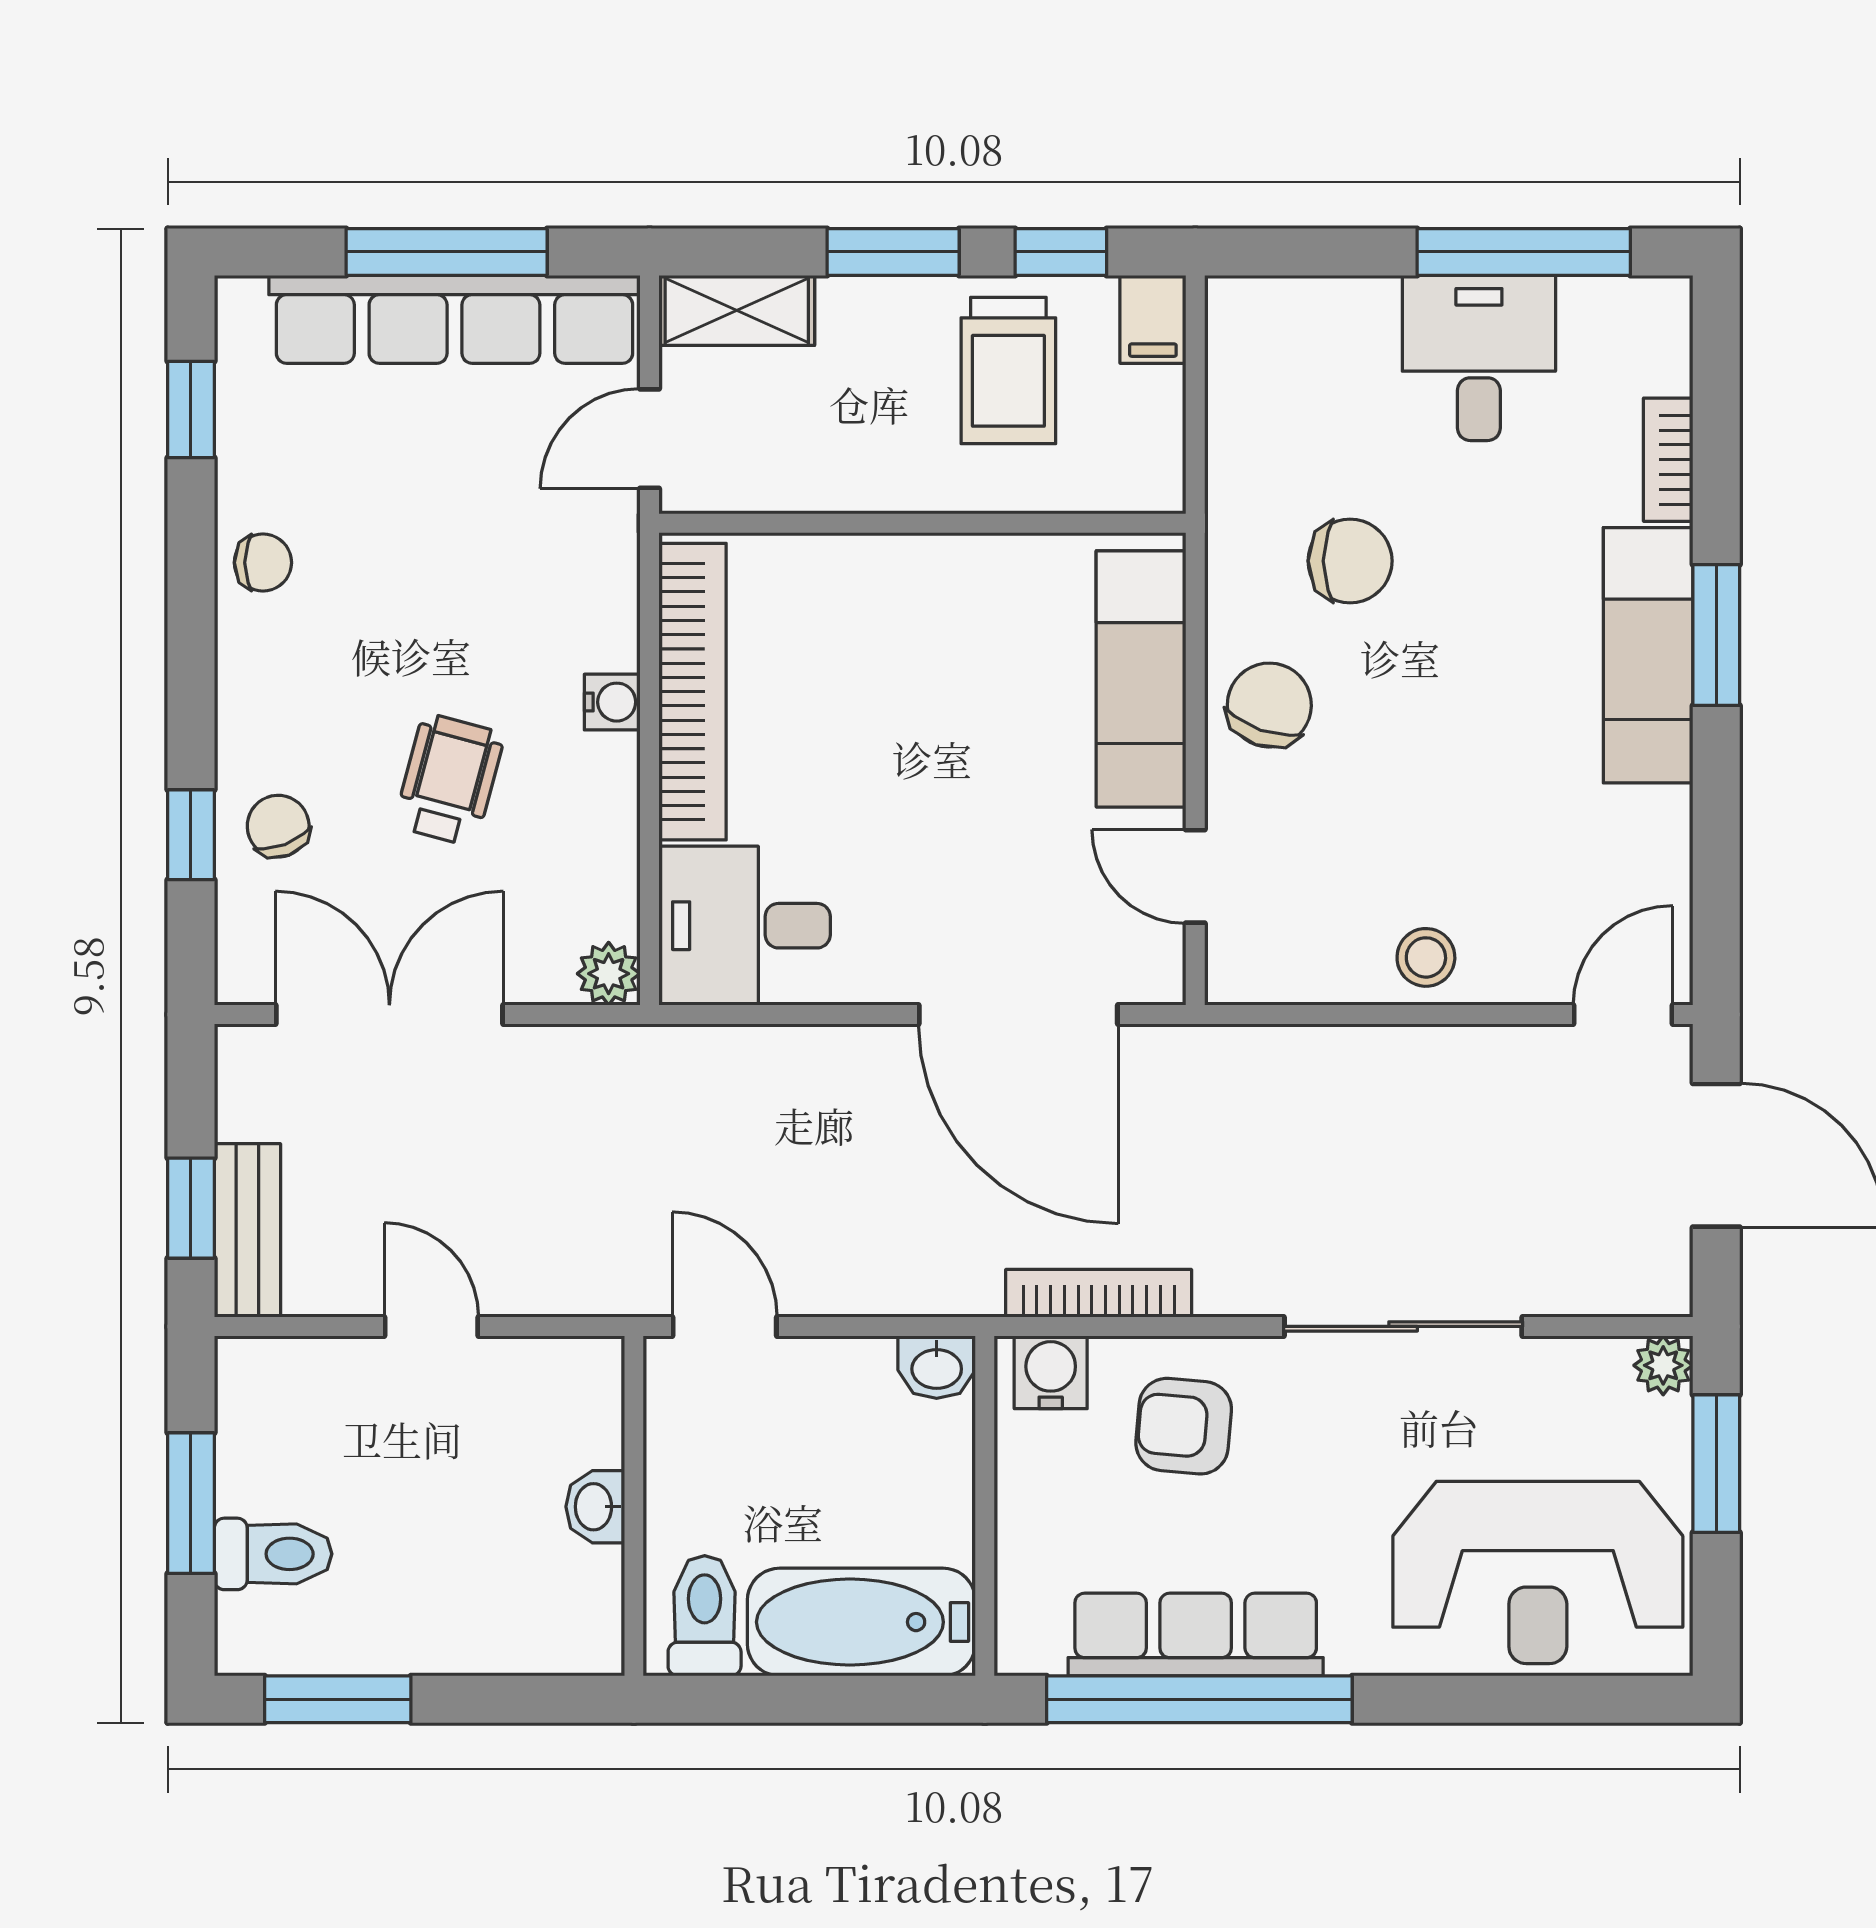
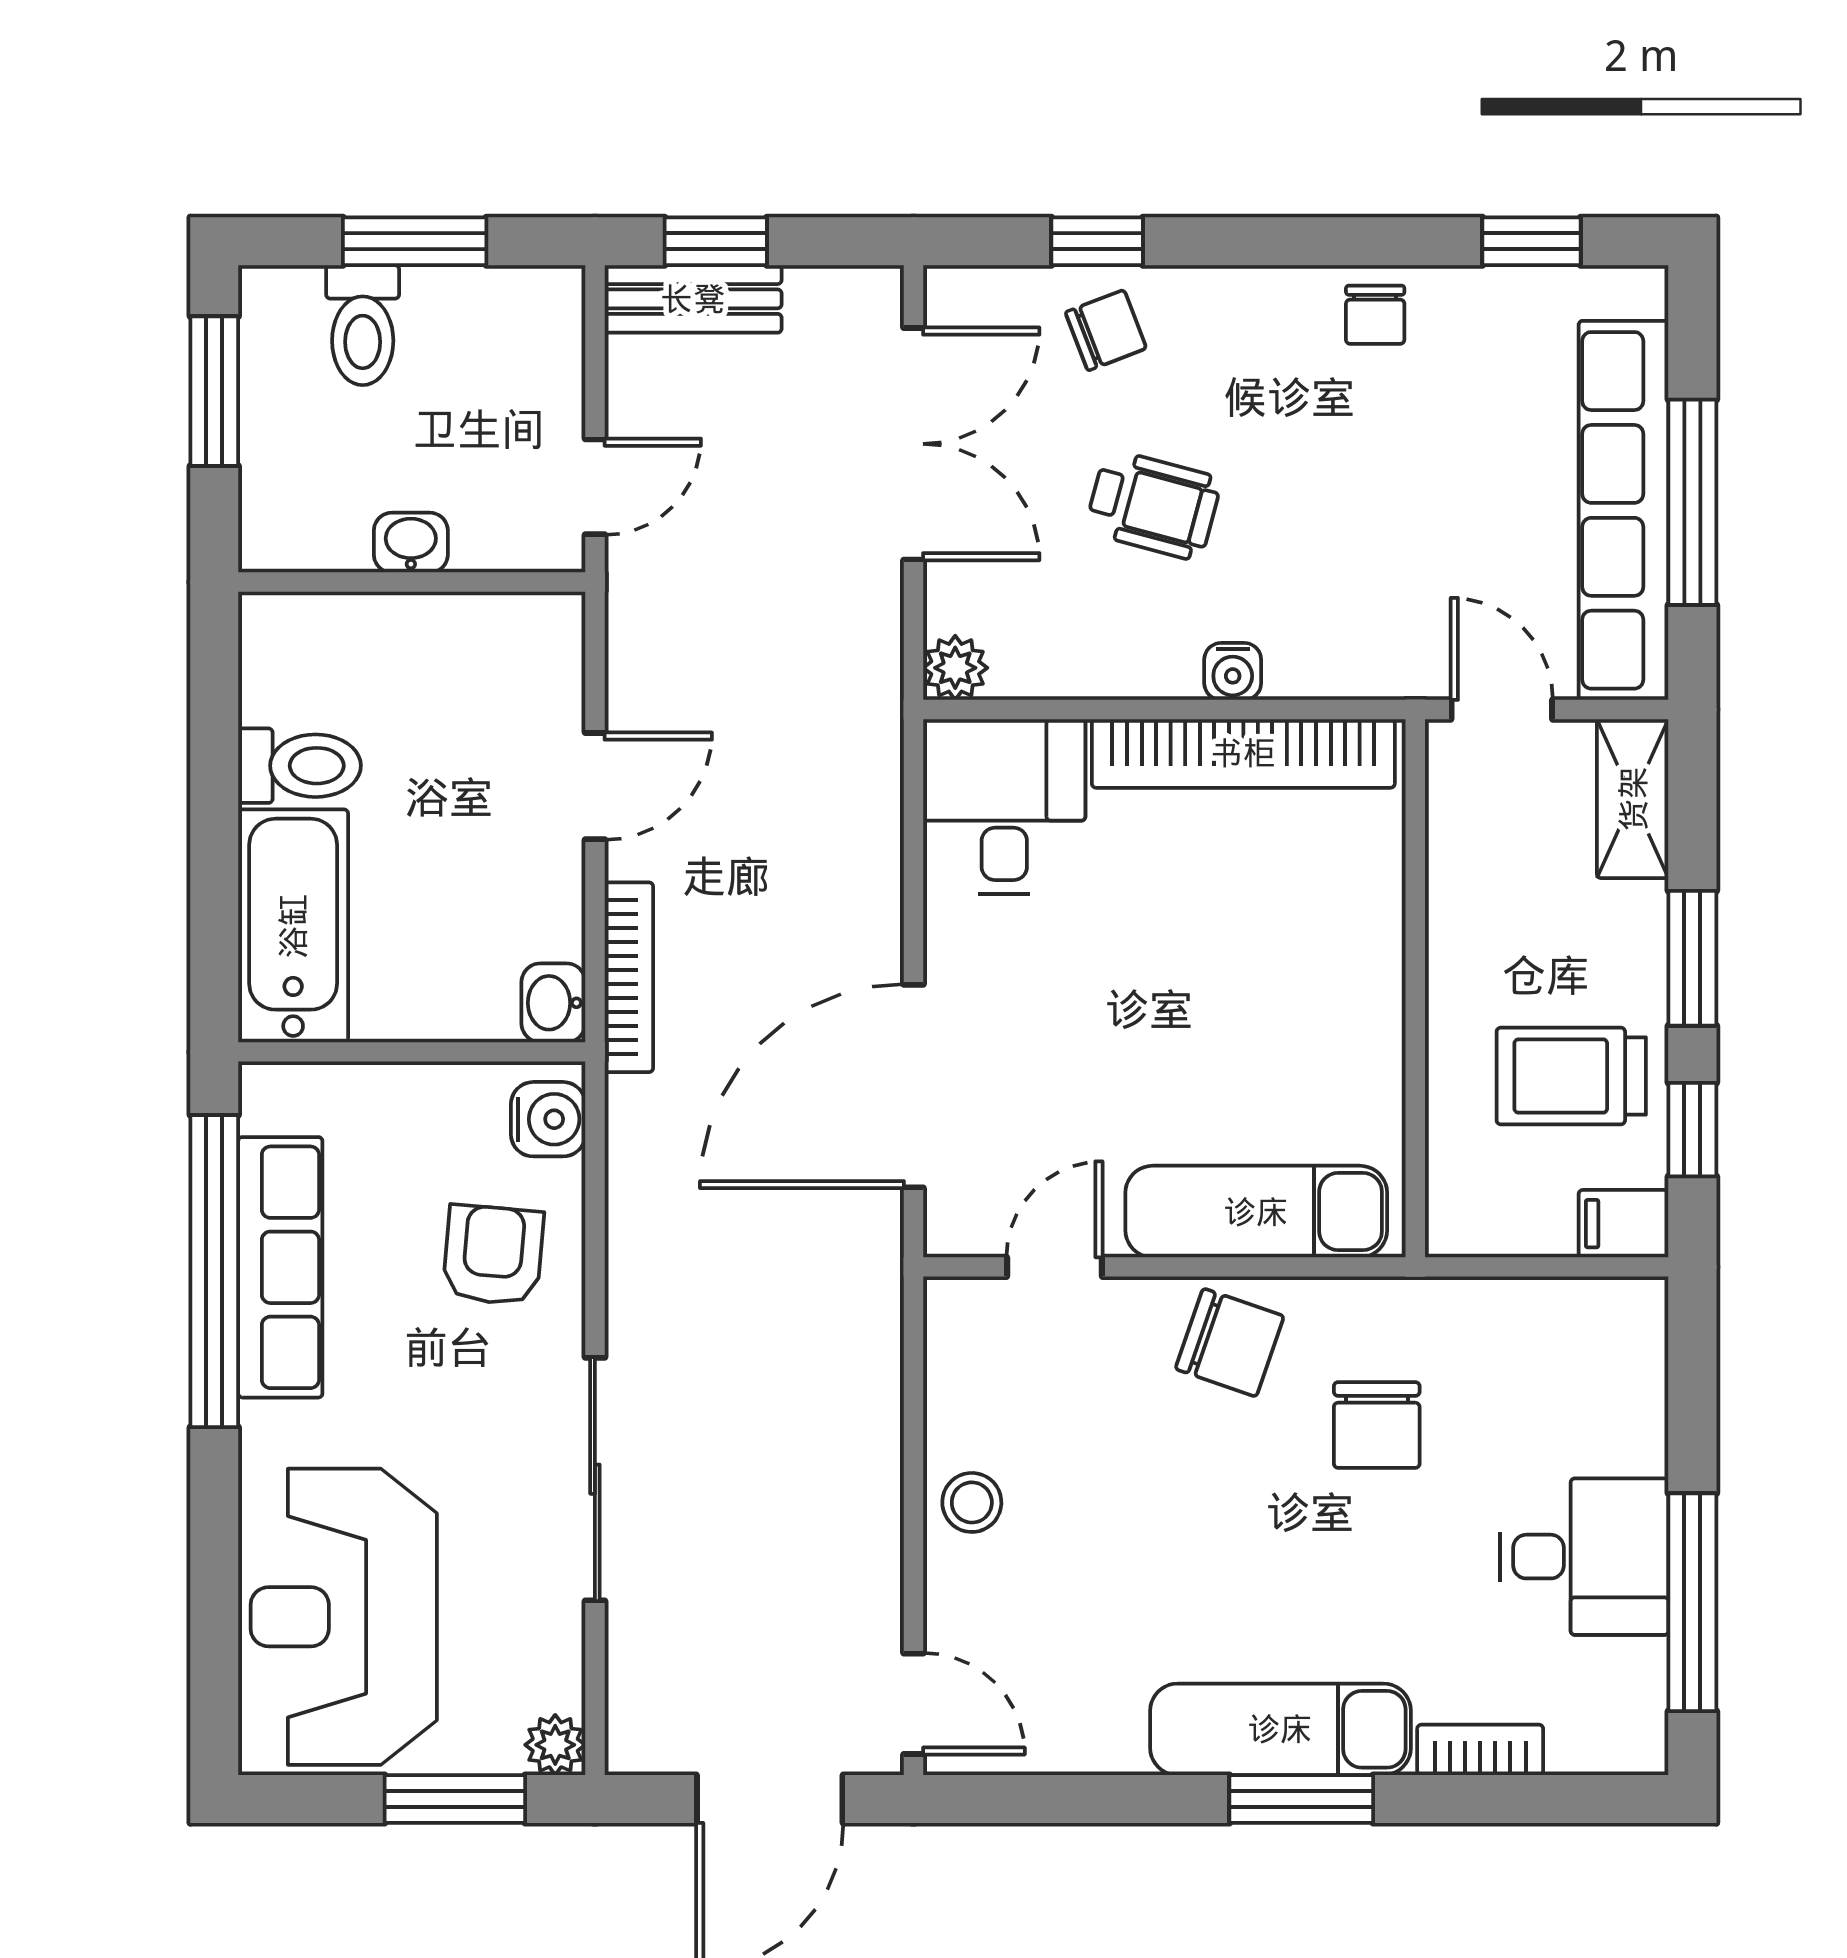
bookcase: (1099, 1293) -> (629, 977), moved
wall: (634, 1506) -> (412, 582), moved
washbasin: (595, 1507) -> (411, 543), moved

